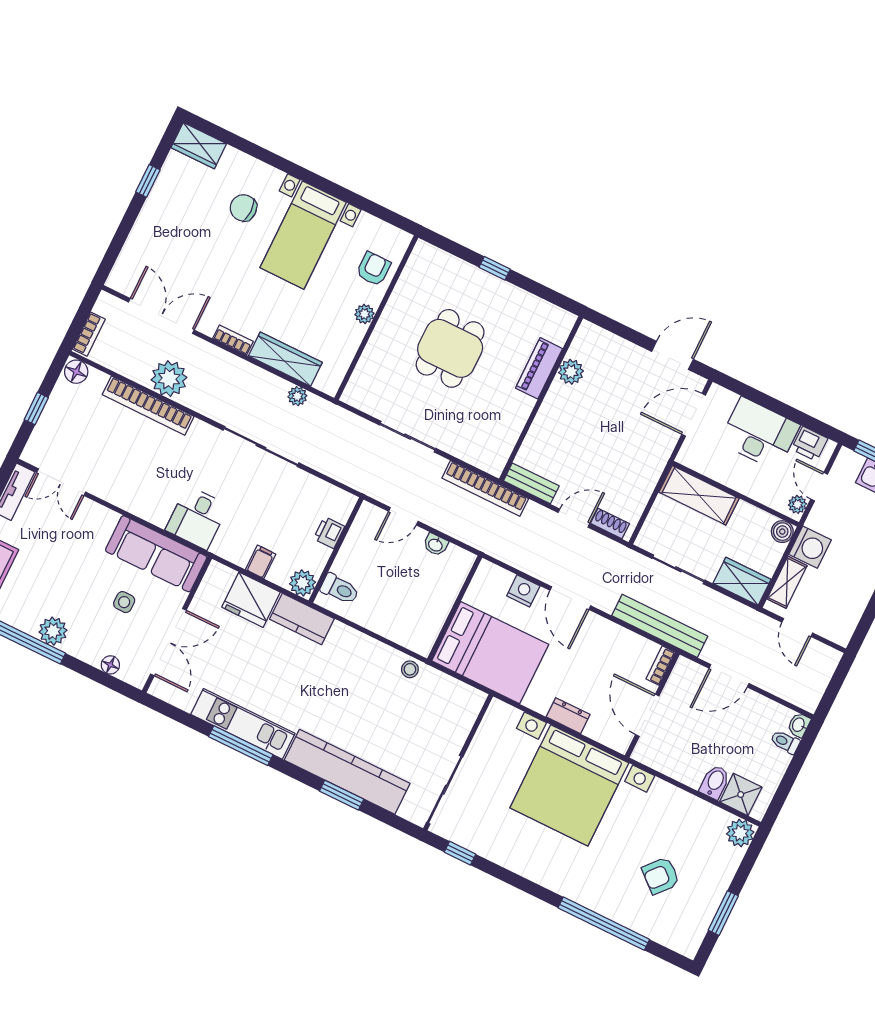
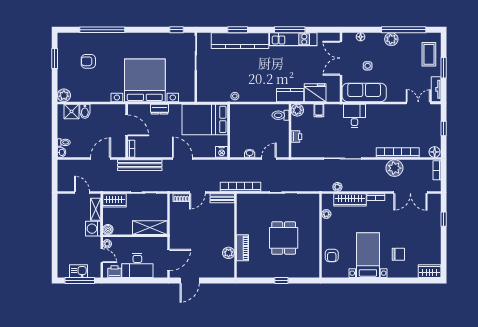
window: (148, 181) -> (444, 219), moved
plant: (364, 314) -> (326, 214), moved
nightstand: (523, 591) -> (222, 152), moved
armchair: (661, 876) -> (88, 61), turned -131

